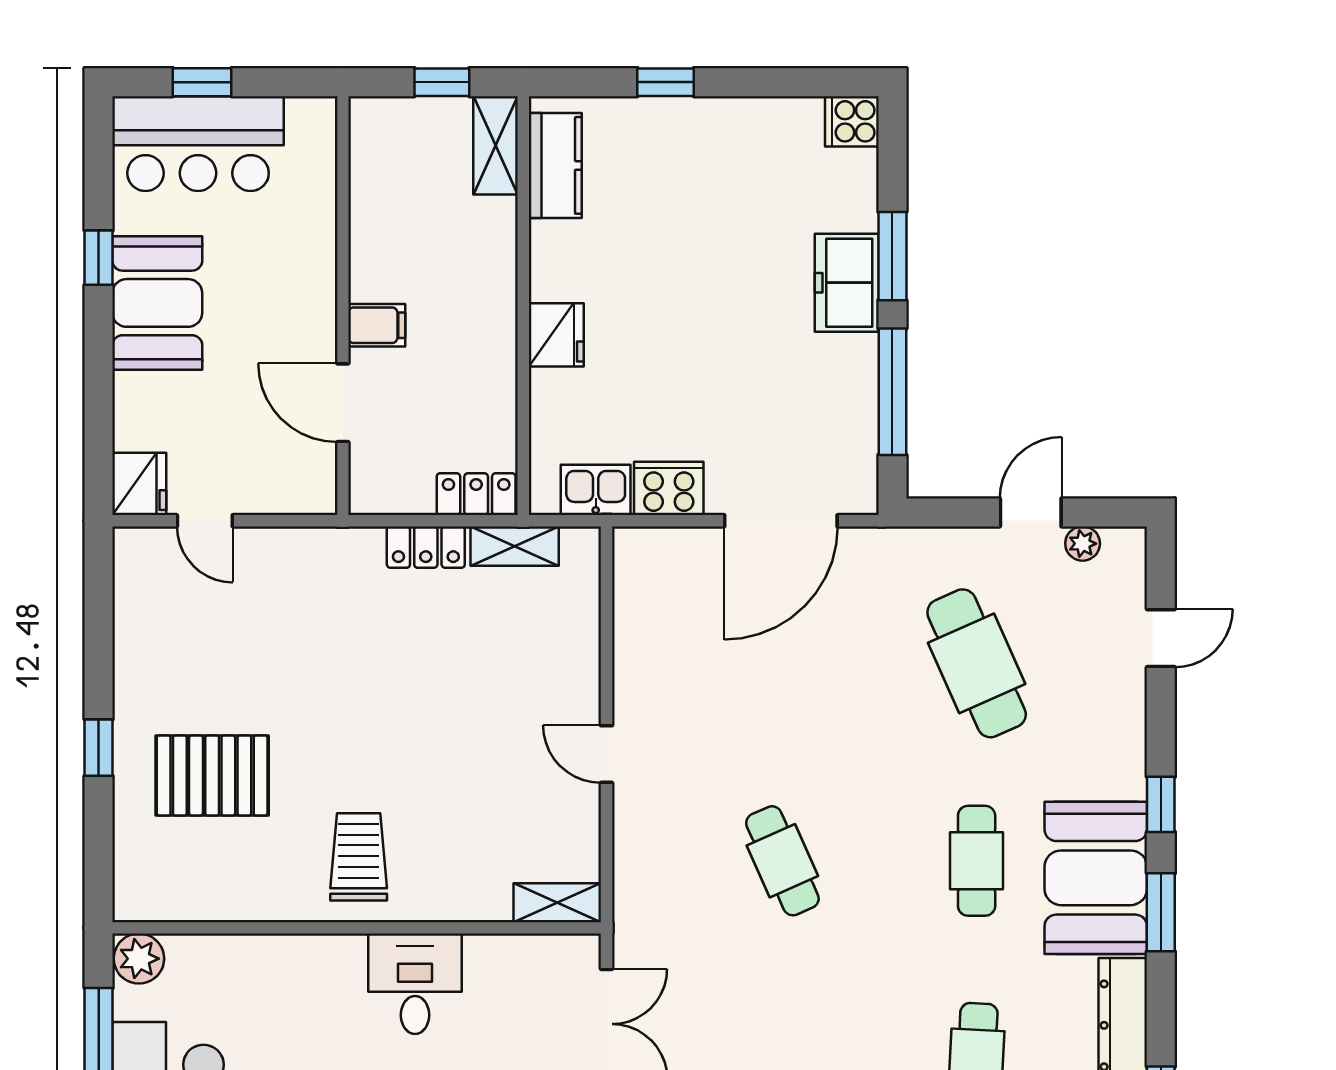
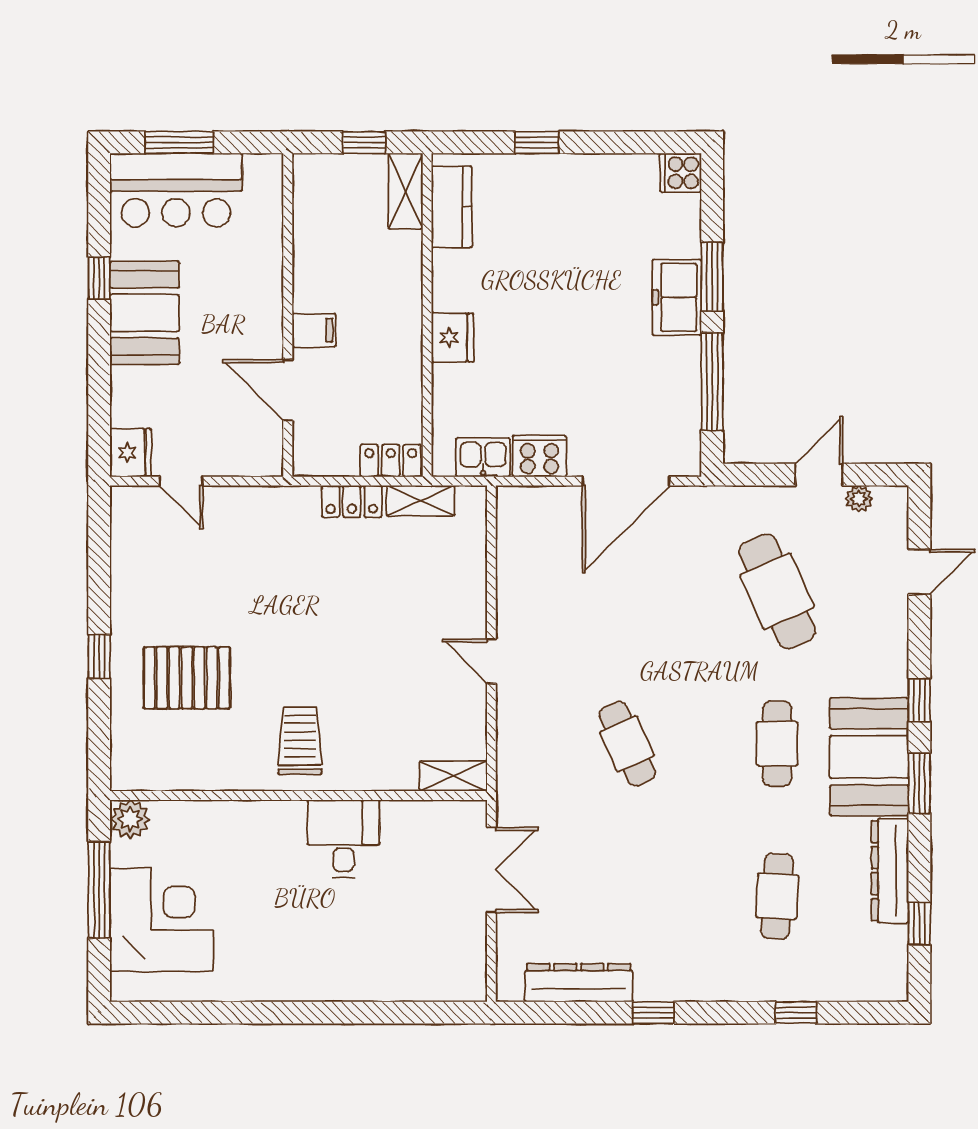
window: (202, 82) -> (179, 142), width x1.50

